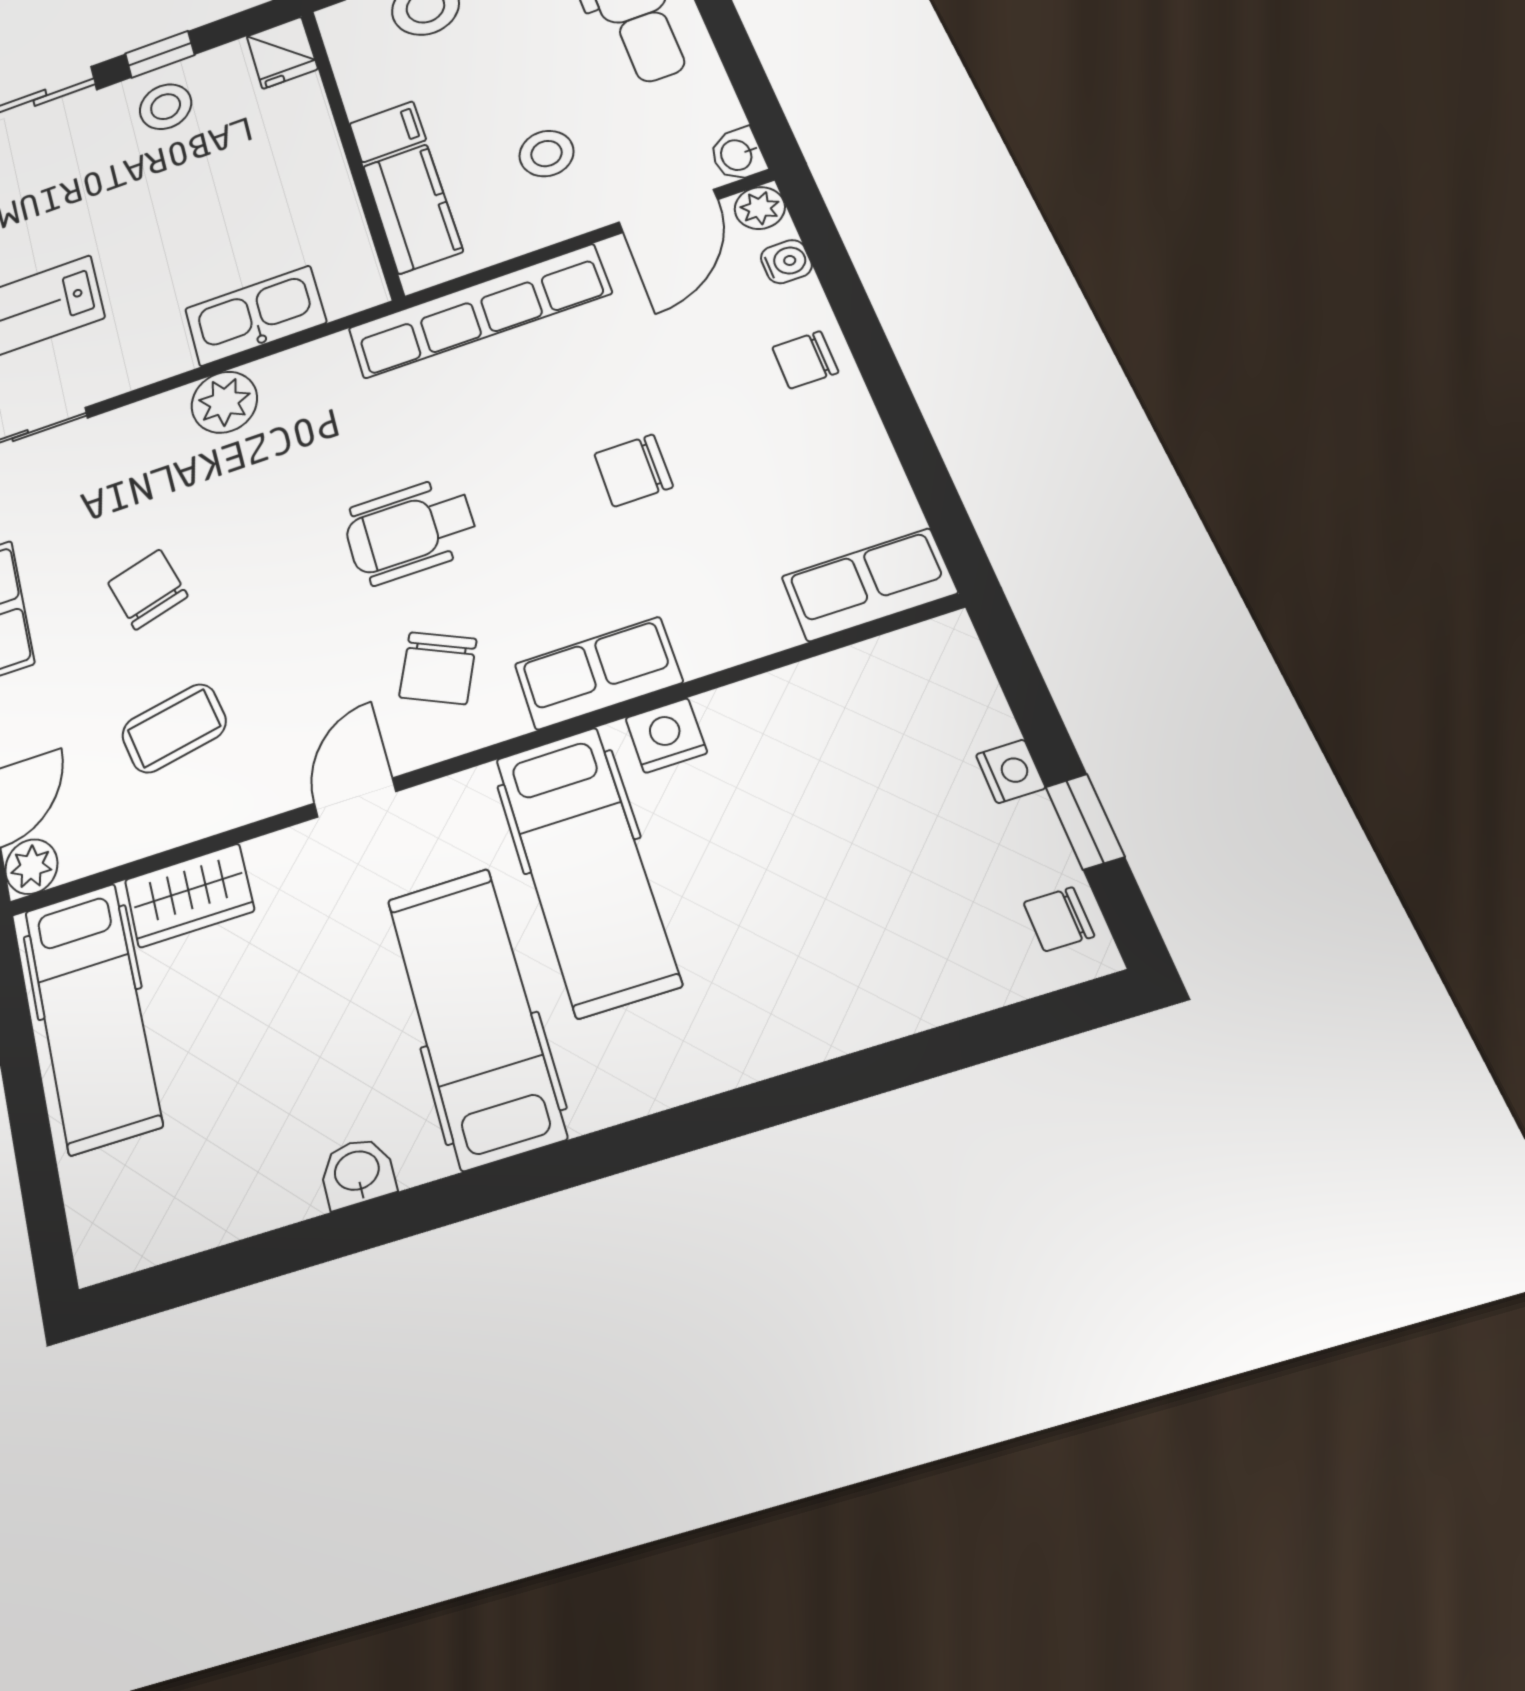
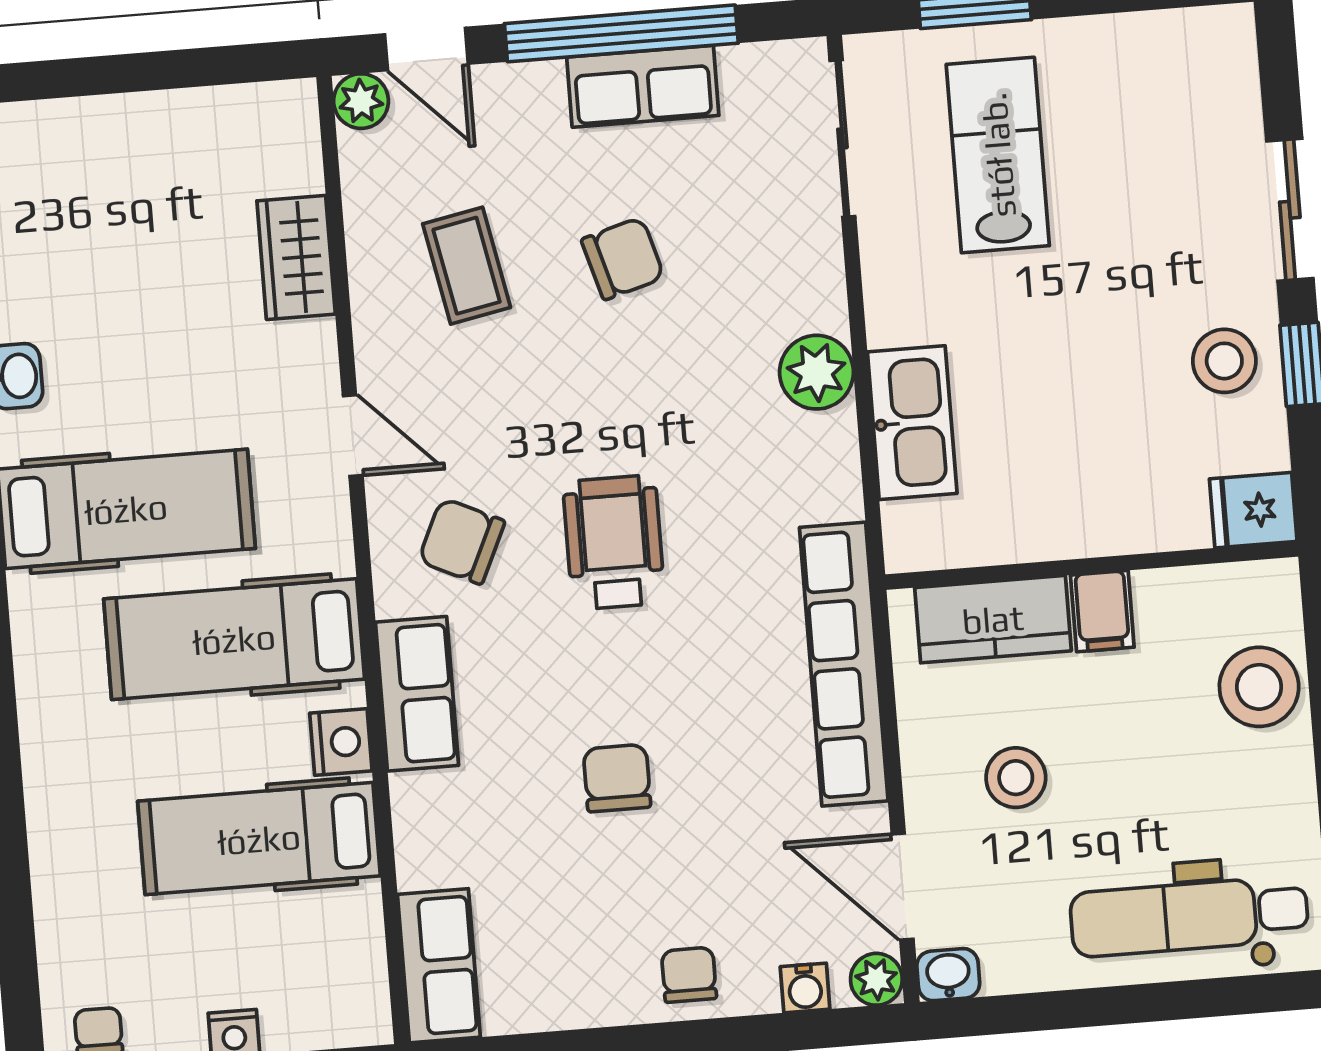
hospital bed: (92, 1016) -> (259, 839), moved

